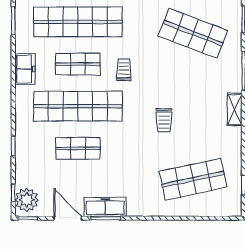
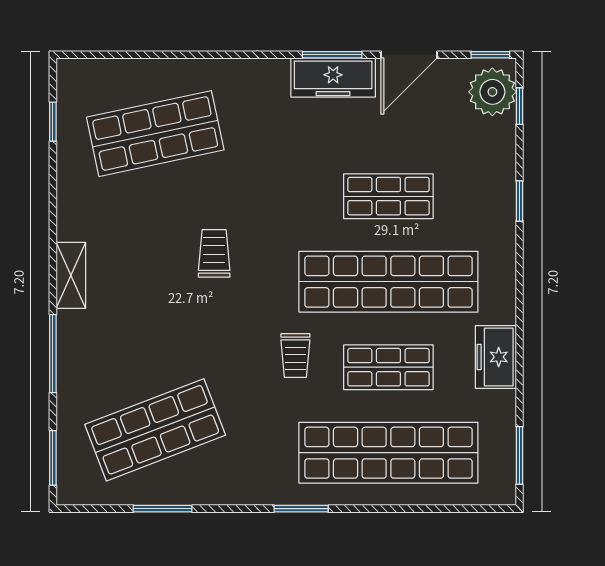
shop shelf: (193, 33) -> (155, 430), turned -42
door: (68, 218) -> (409, 55), hinge flipped

